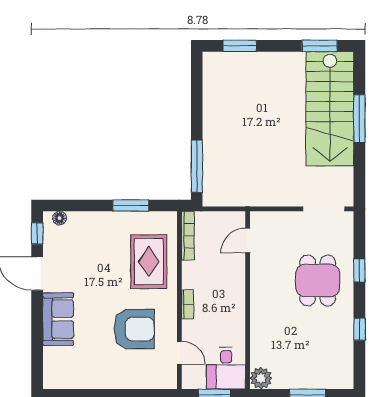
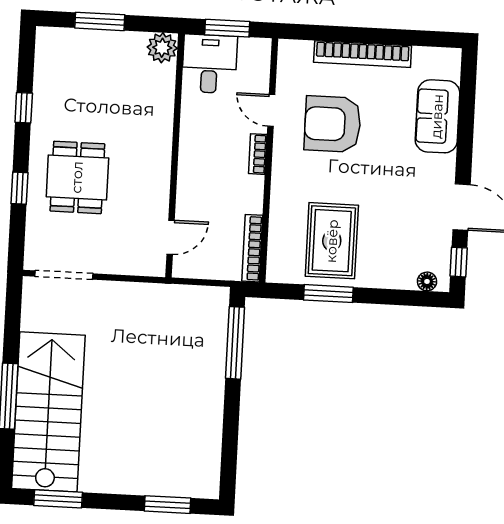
rug: (149, 262) -> (332, 241), moved
sofa: (58, 319) -> (437, 116), moved
door: (179, 353) -> (271, 110), moved
bookcase: (115, 381) -> (363, 54), added

